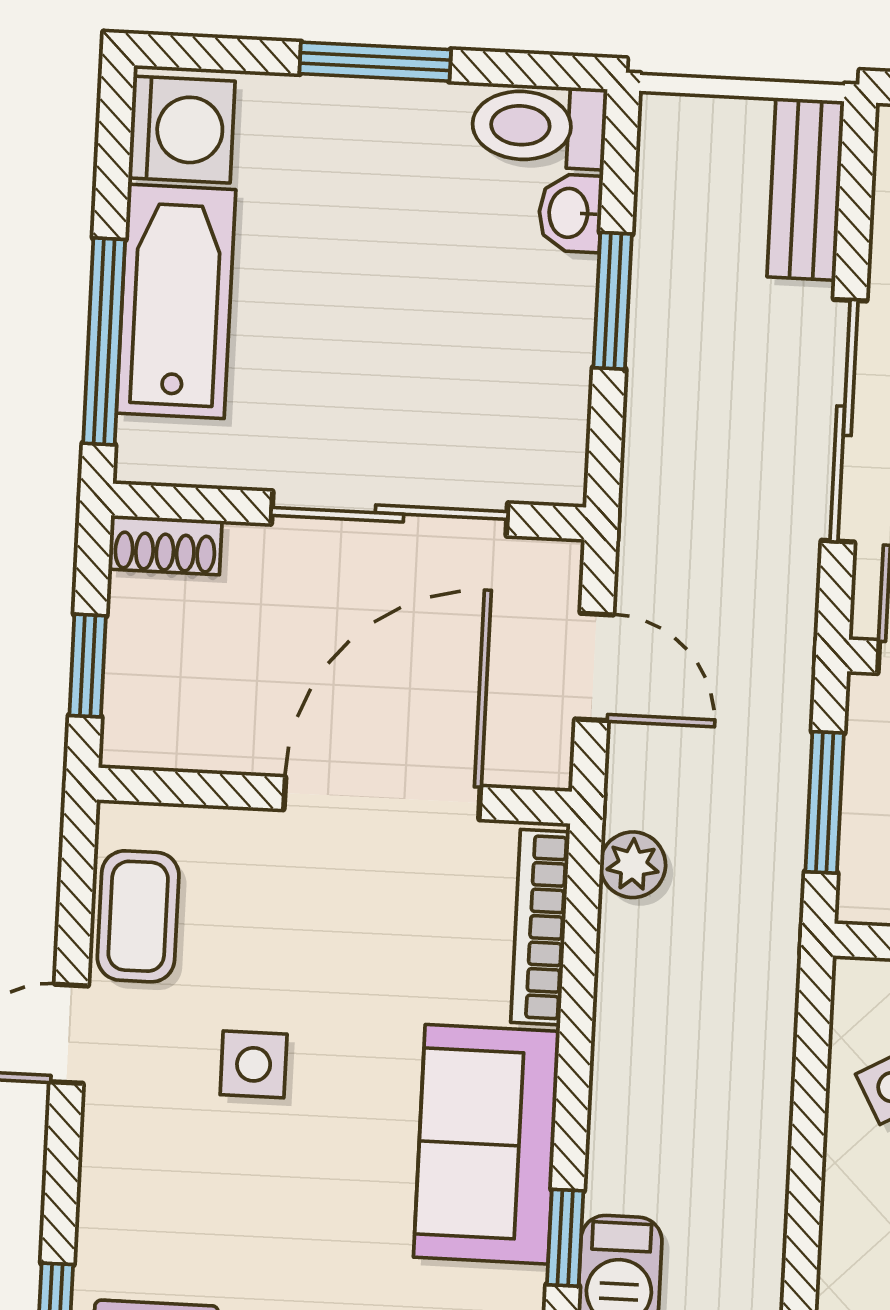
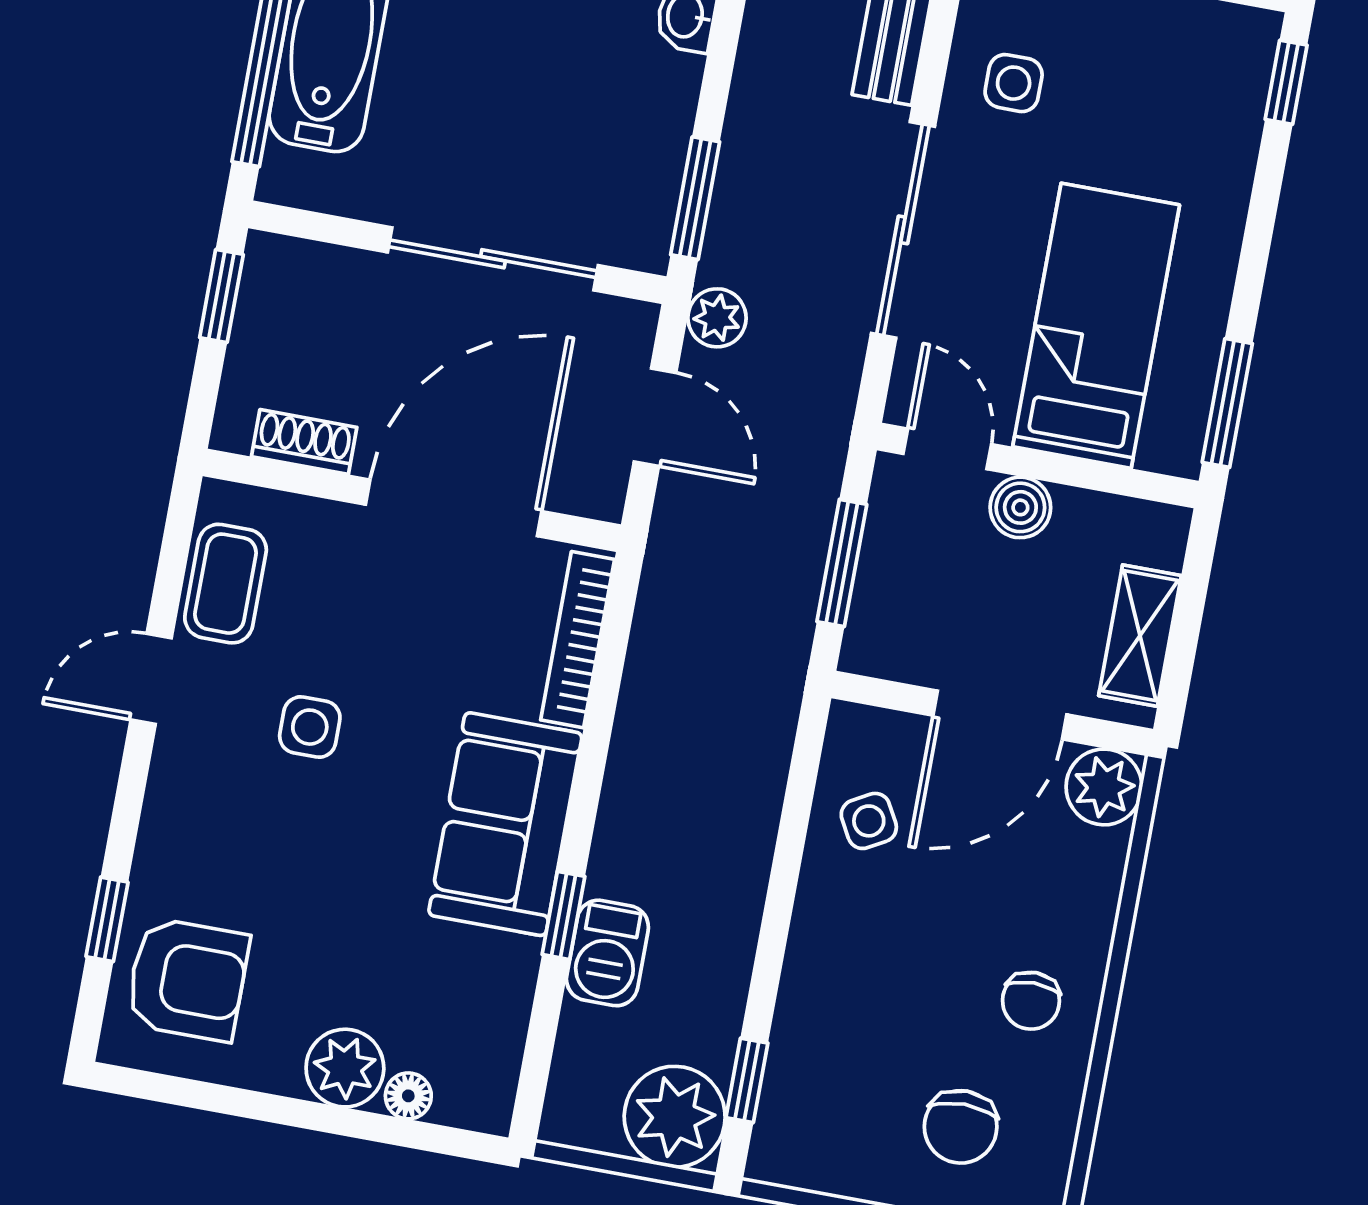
window: (613, 301) -> (695, 198), moved
shoe rack: (165, 545) -> (304, 442), moved, turned 180
window: (88, 666) -> (221, 296), moved
plant: (633, 865) -> (717, 318), moved

